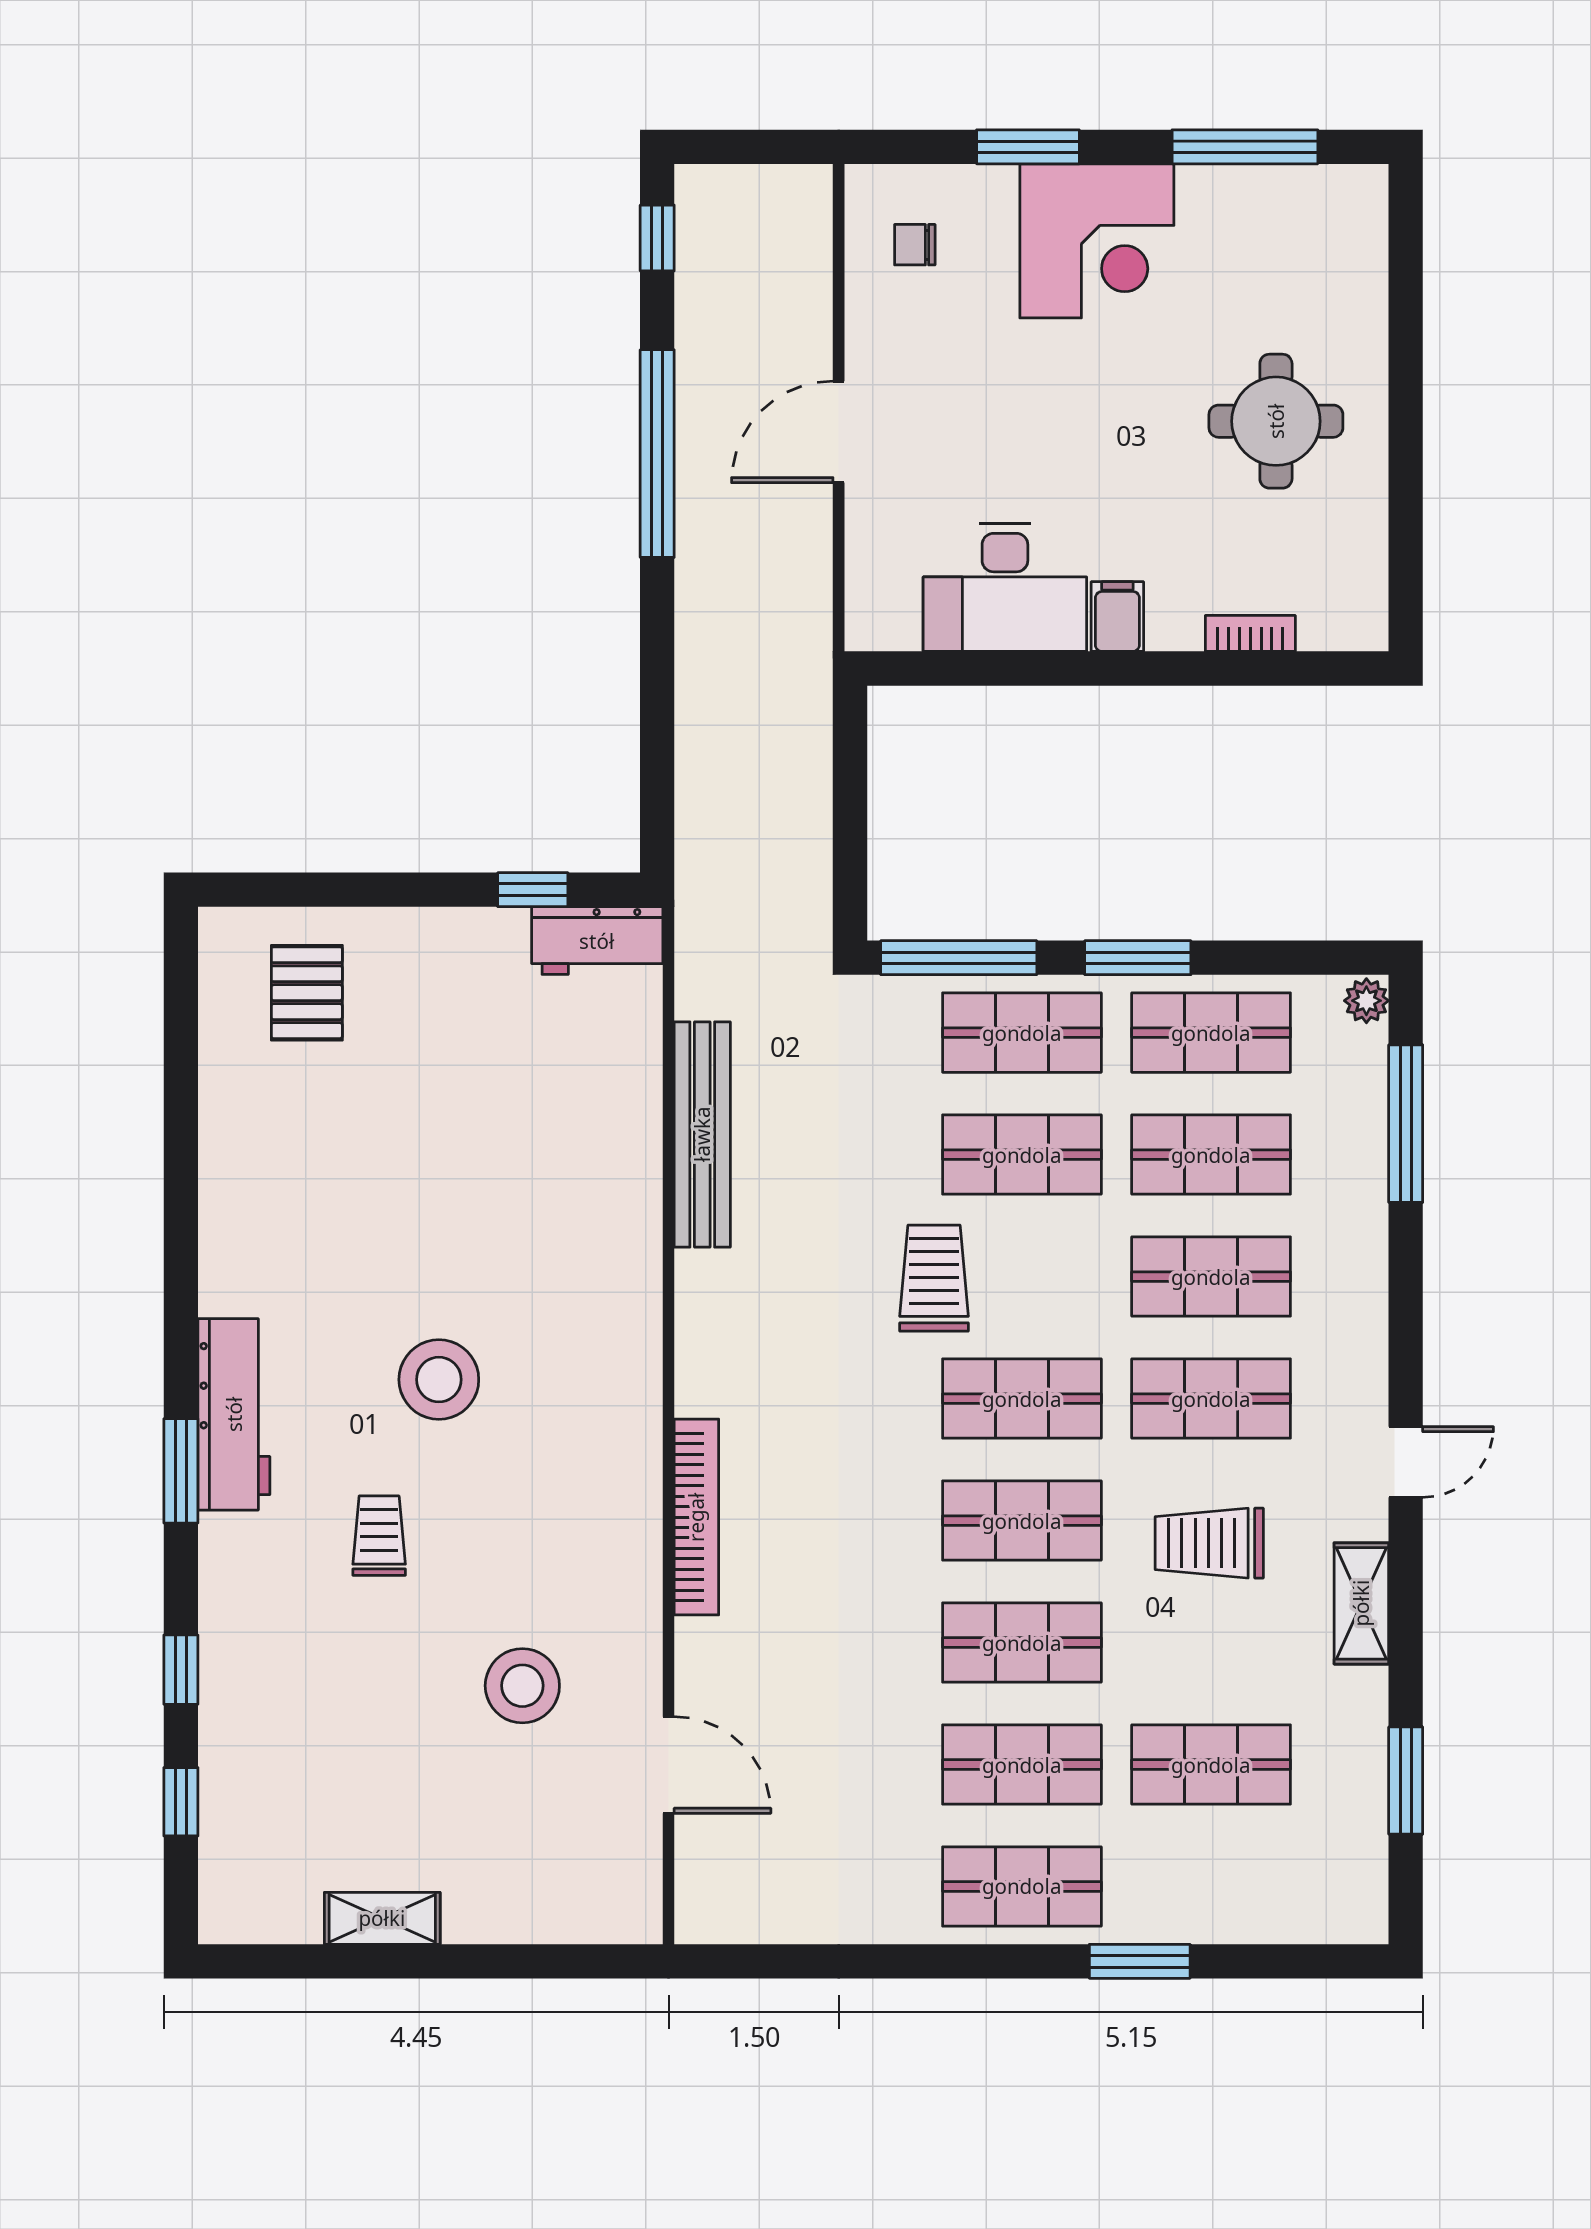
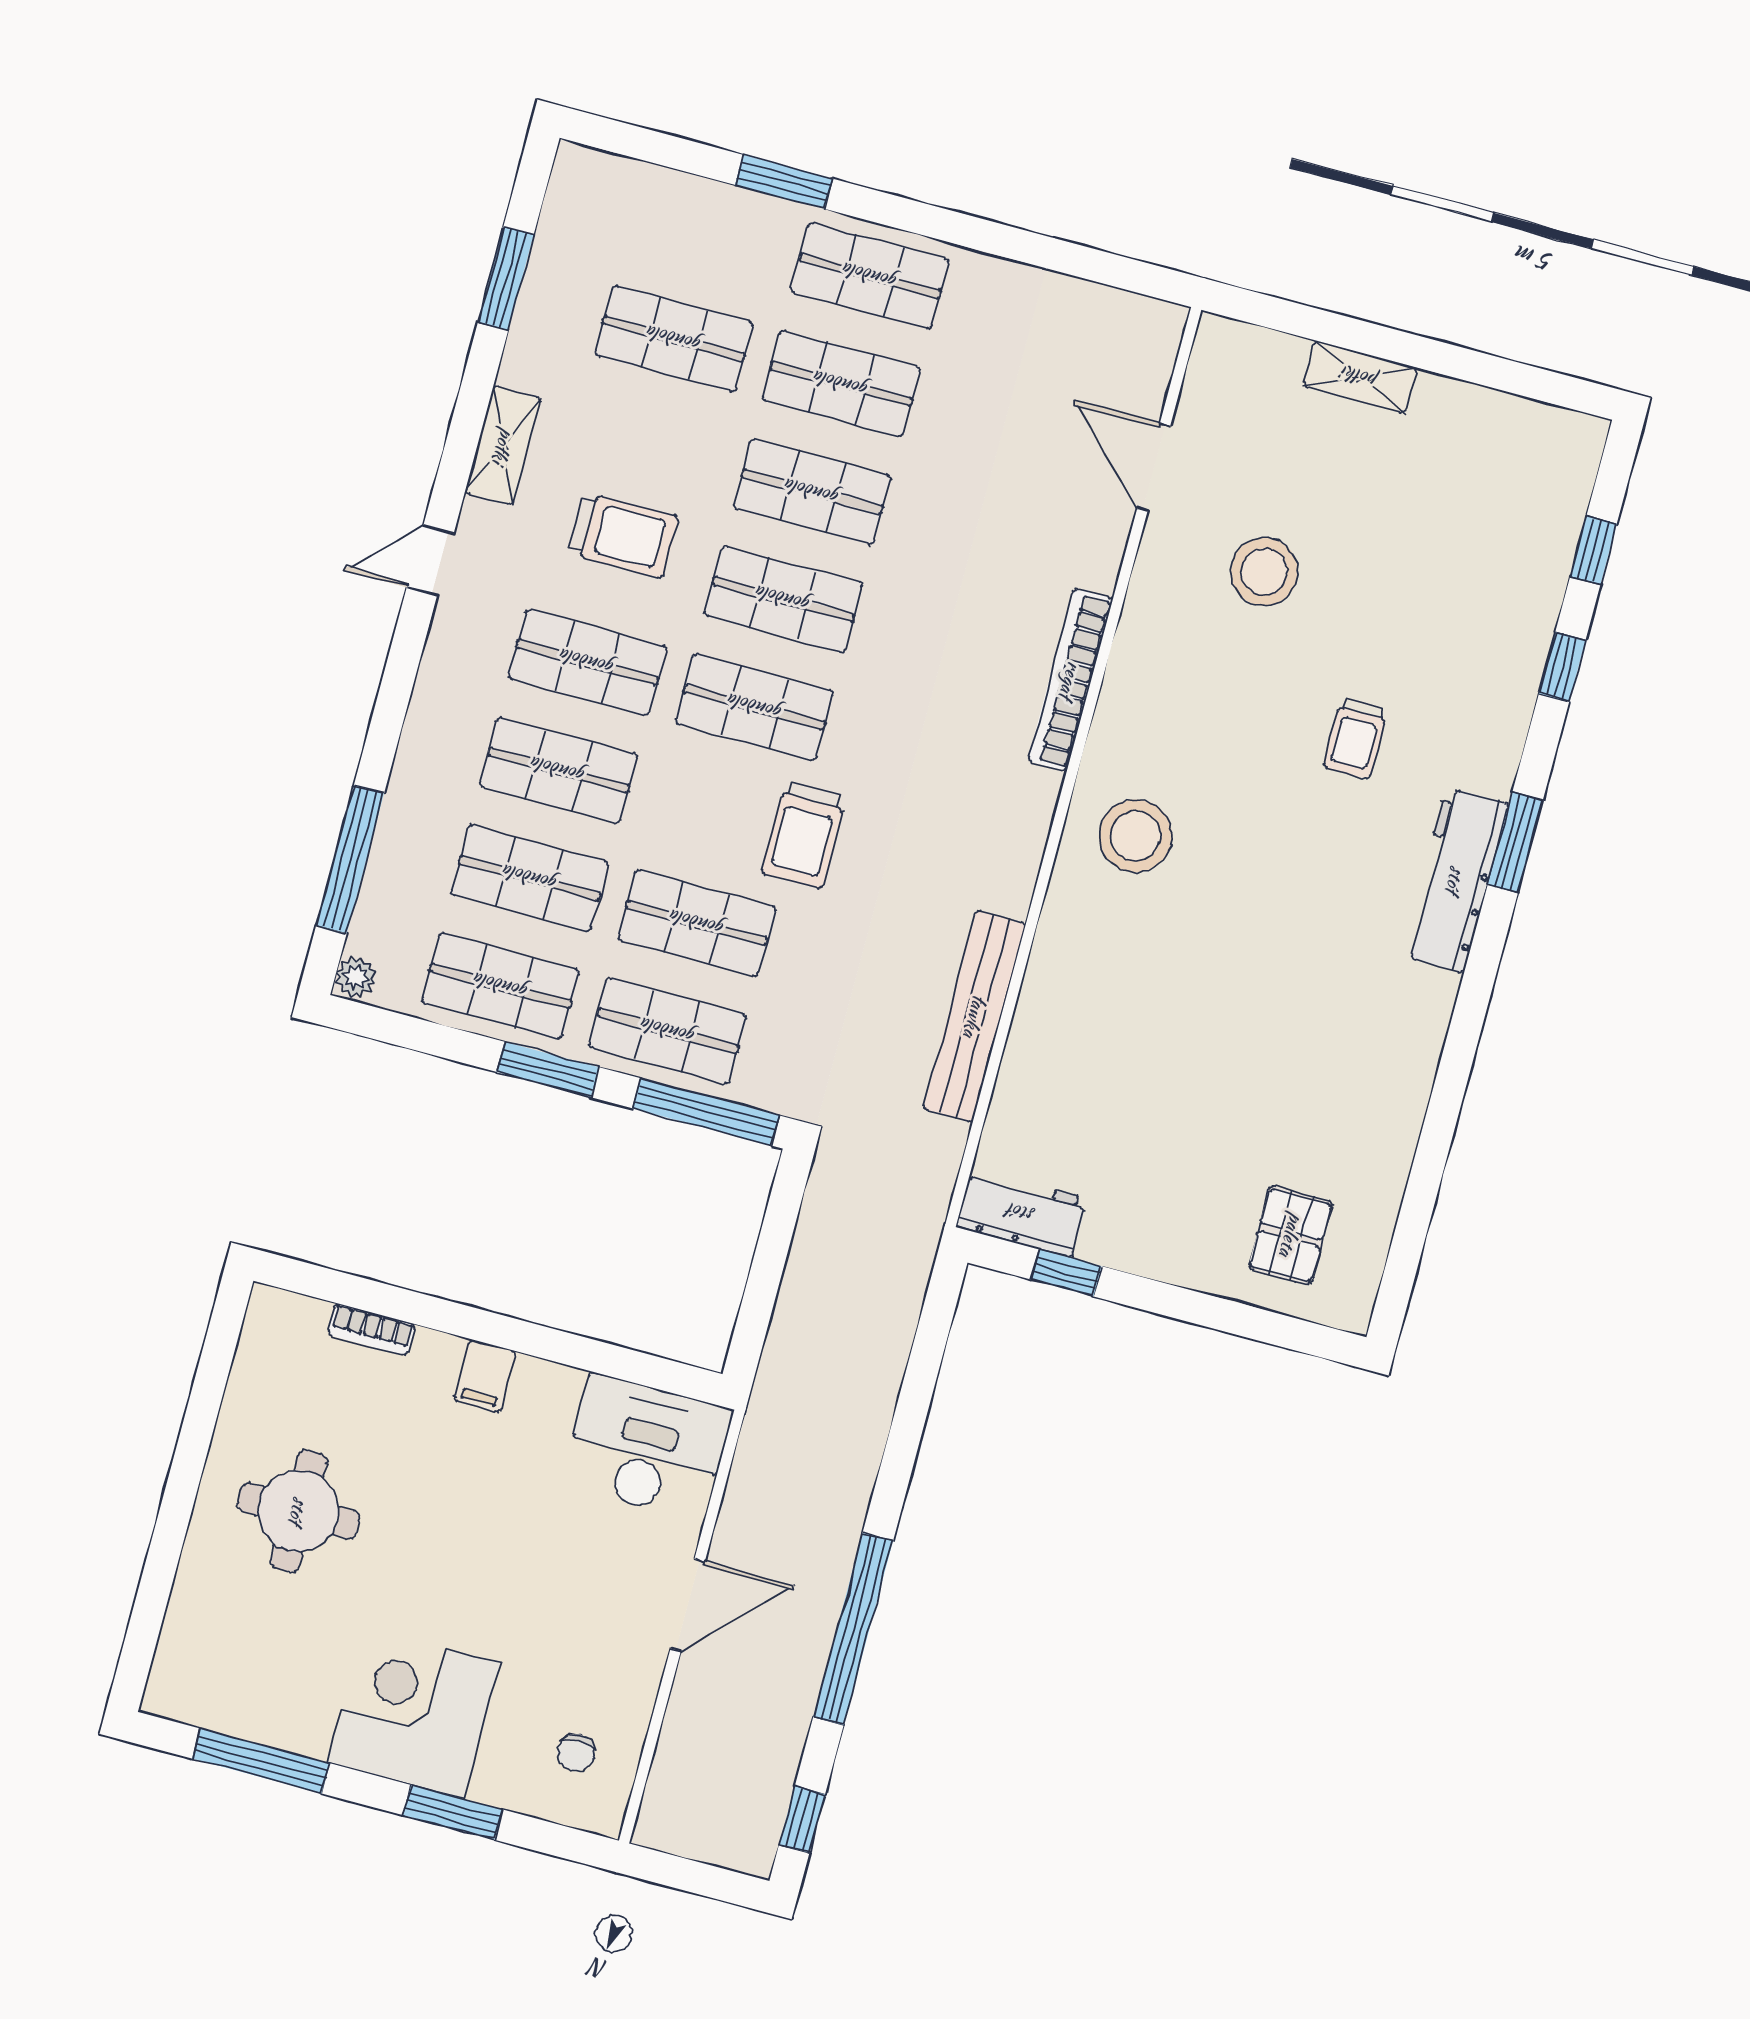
chair: (915, 245) -> (576, 1753), turned 90
desk: (1005, 587) -> (647, 1447), moved
stool: (439, 1380) -> (1135, 836), moved
shelving: (382, 1918) -> (1360, 377), moved

